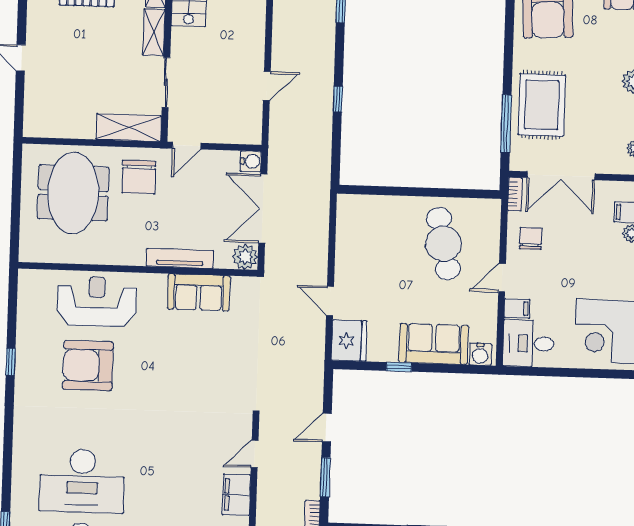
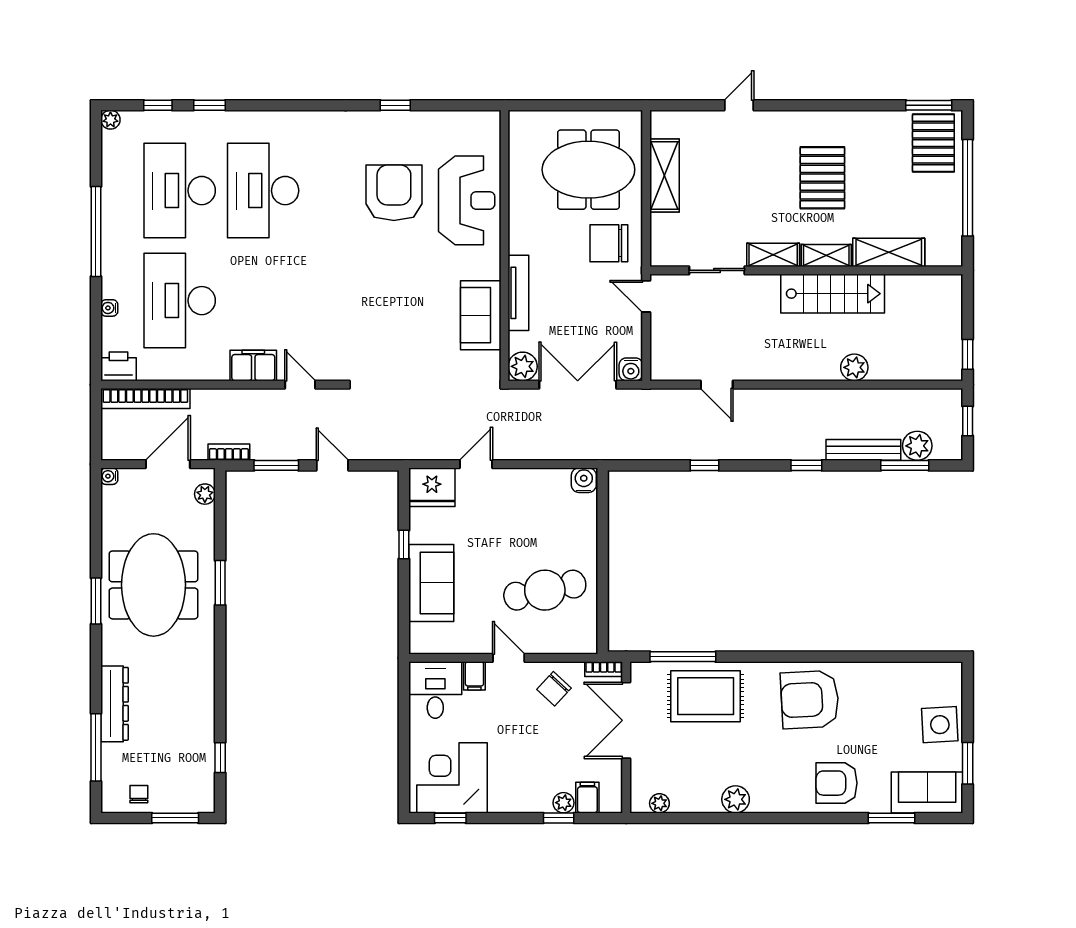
shelving: (129, 128) -> (664, 176), moved
chair: (531, 239) -> (554, 689), turned 133
water cooler: (480, 354) -> (584, 480), moved, turned 90

